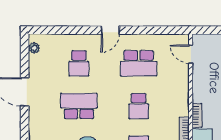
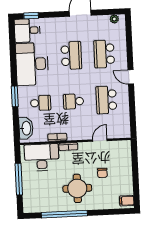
door: (191, 54) -> (100, 140), moved
school desk: (79, 63) -> (104, 54), width x1.85

